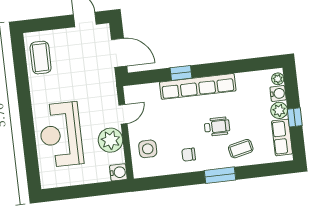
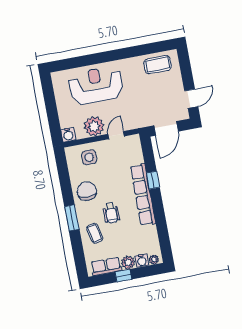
door: (123, 114) -> (116, 135), swing flipped
chair: (189, 155) -> (87, 191), width x1.87, depth x1.87

